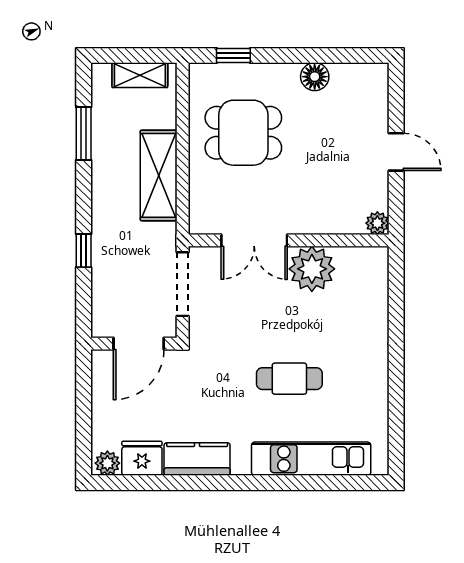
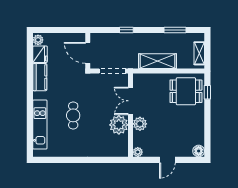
floor lamp: (315, 77) -> (199, 151), moved
dining table: (243, 133) -> (186, 91), moved, turned 90
plant: (309, 218) -> (140, 124), added

